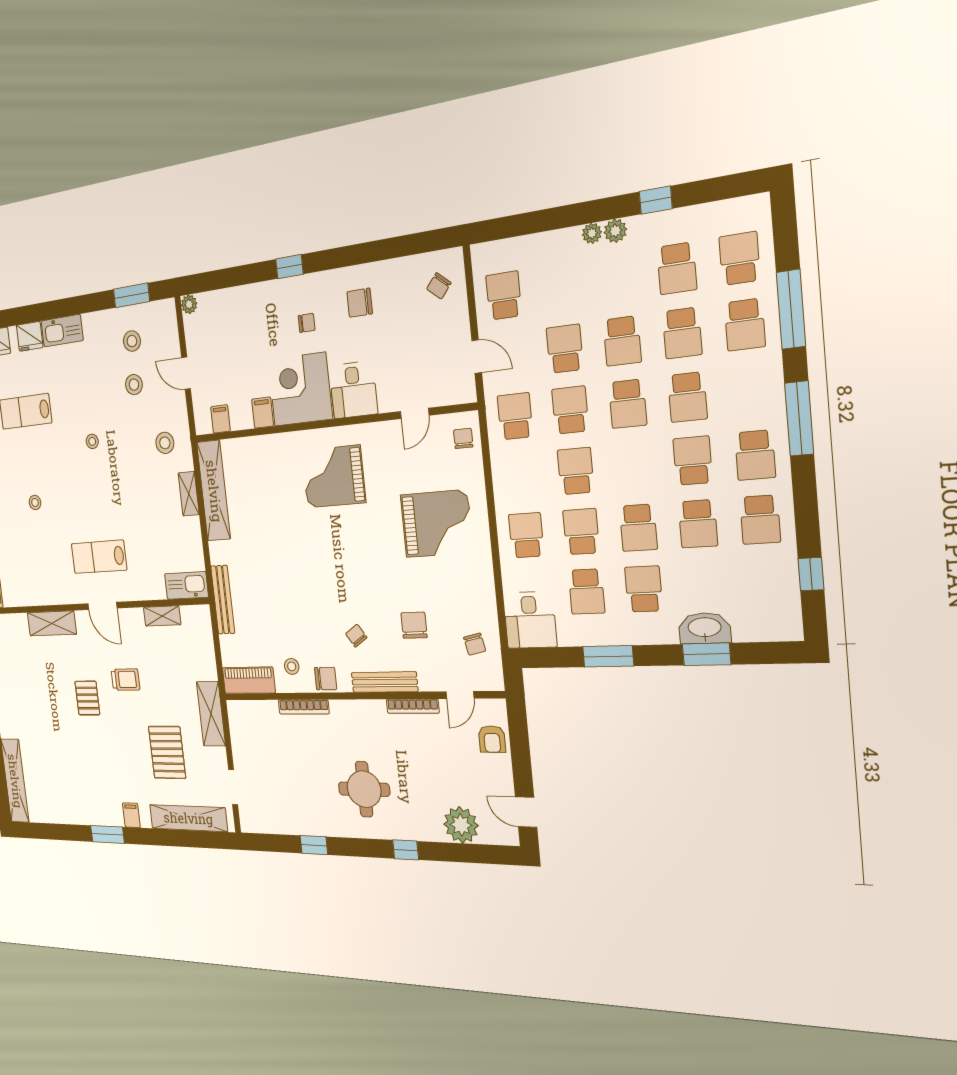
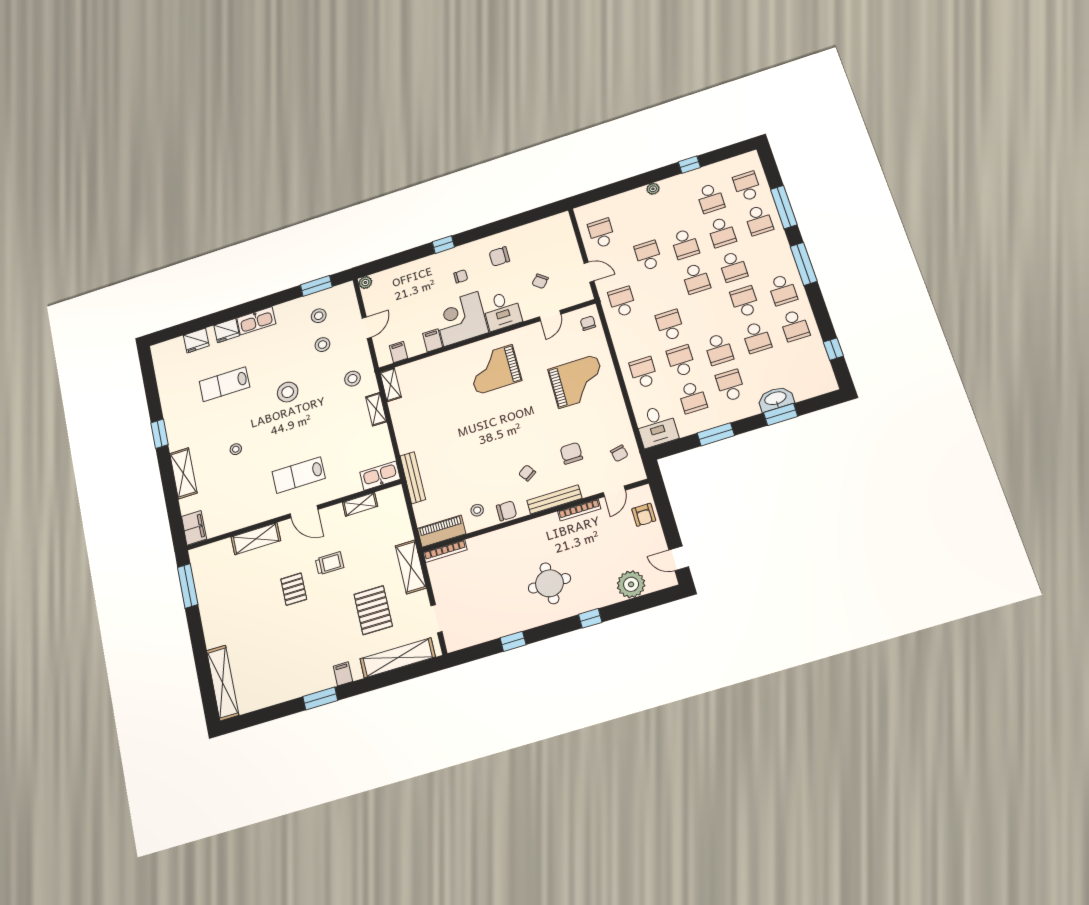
plant: (615, 231) -> (668, 185), removed
chair: (439, 286) -> (540, 281), moved
door: (186, 373) -> (367, 328), swing flipped
school desk: (570, 410) -> (659, 290), removed
stool: (92, 441) -> (288, 392), width x1.89, depth x1.89
shelving: (214, 491) -> (391, 385), width x0.45, depth x0.75
bookcase: (304, 707) -> (445, 551), moved

